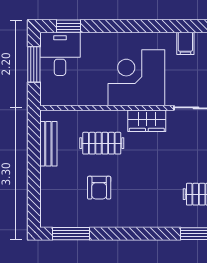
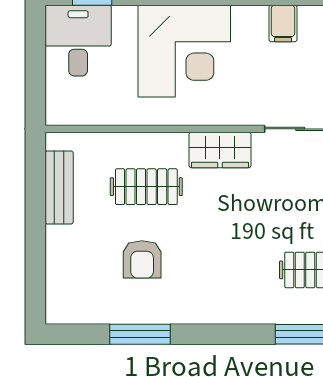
window: (34, 64) -> (35, 58), removed
corner desk: (136, 78) -> (184, 51), moved, turned 180
window: (71, 234) -> (140, 334), moved

